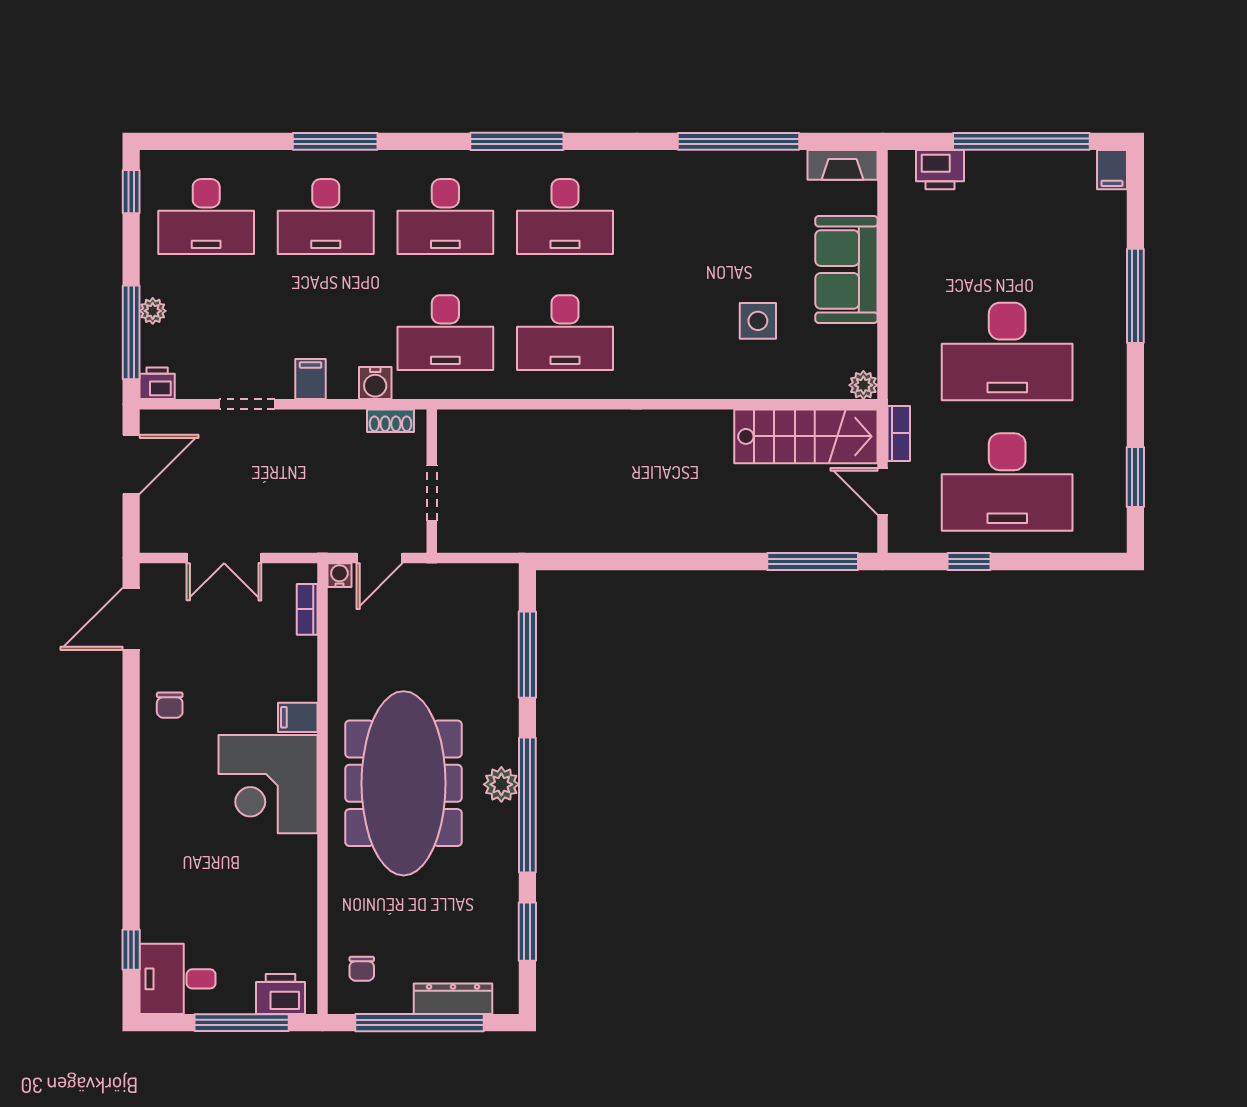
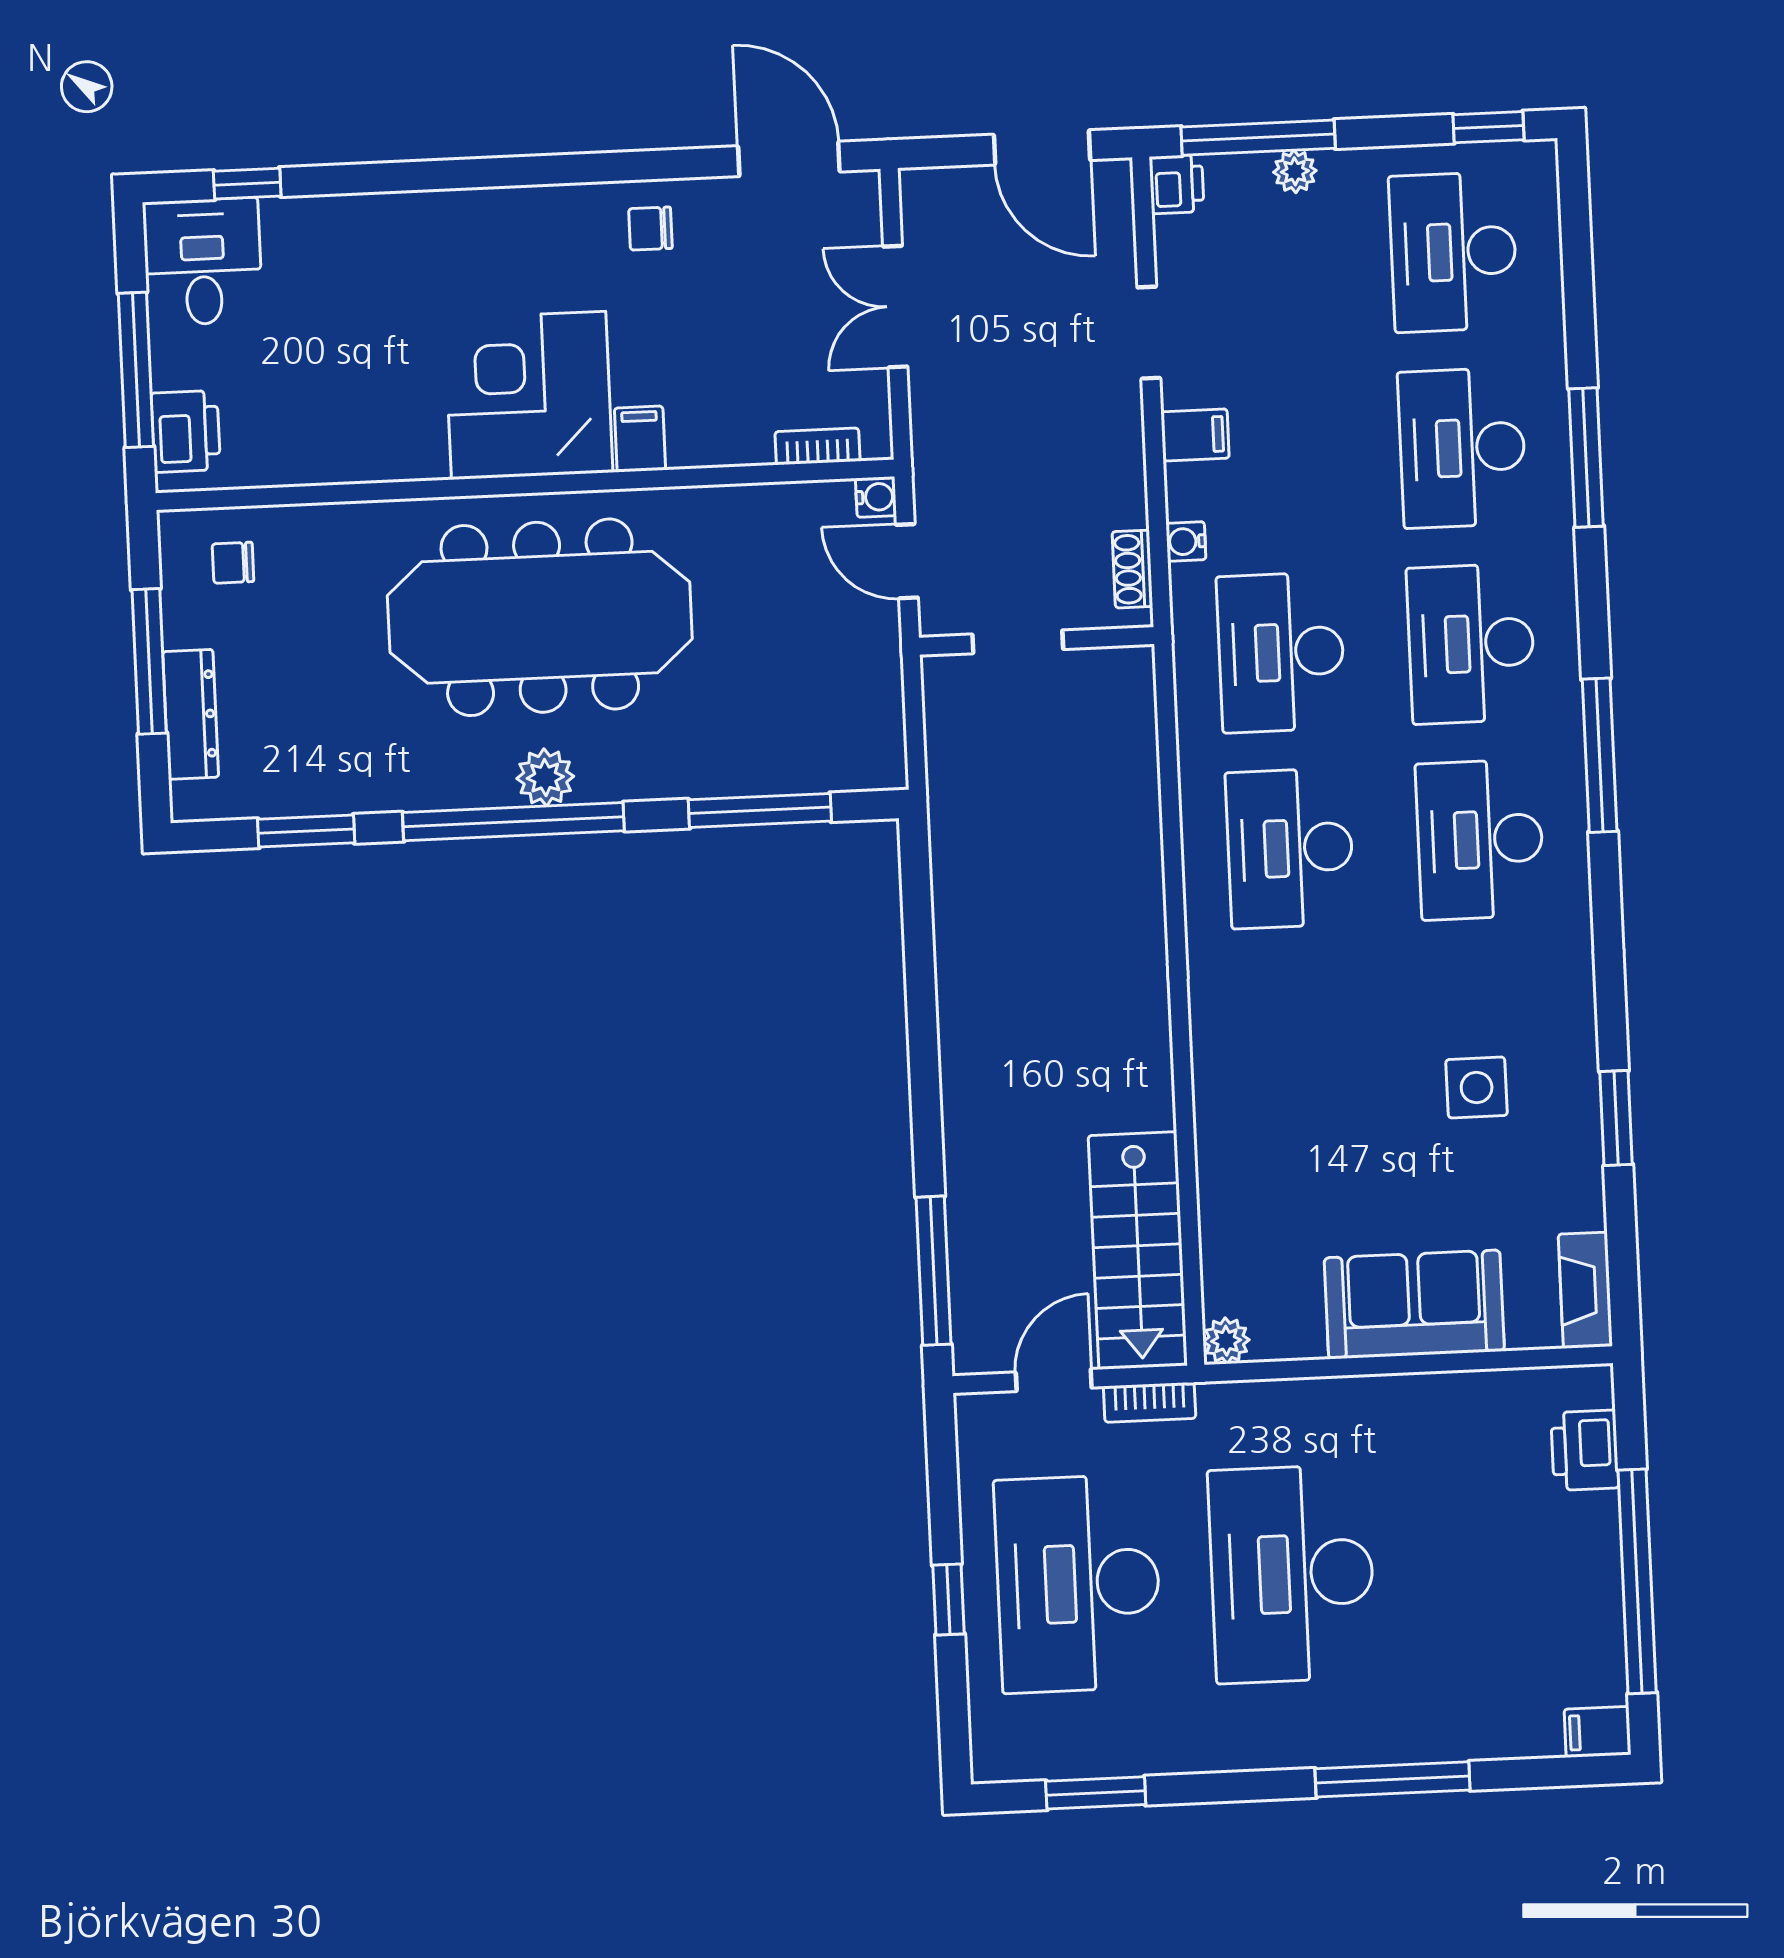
window: (738, 141) -> (1616, 1118), width x0.47
side table: (758, 321) -> (1477, 1088), moved
water cooler: (375, 383) -> (1186, 541), width x0.72, depth x0.72
window: (969, 561) -> (948, 1599), moved
window: (420, 1023) -> (149, 661), width x0.68

